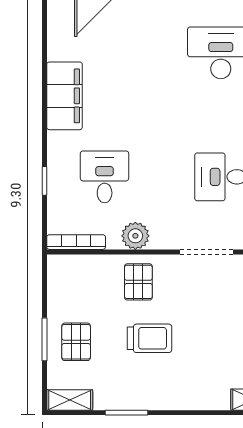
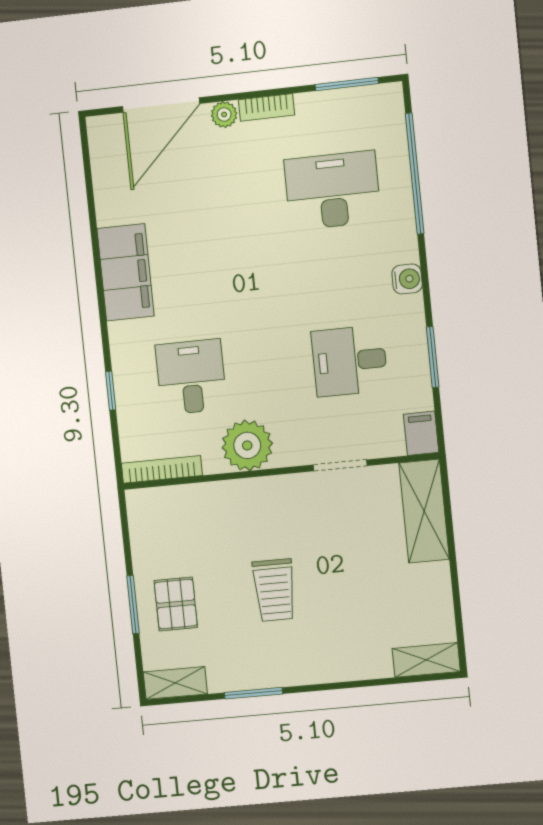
plant: (135, 236) -> (247, 445), width x1.36, depth x1.36
doorway: (206, 252) -> (340, 465), width x0.73
pallet: (138, 282) -> (252, 515), removed
trolley: (149, 338) -> (274, 590), turned 90

